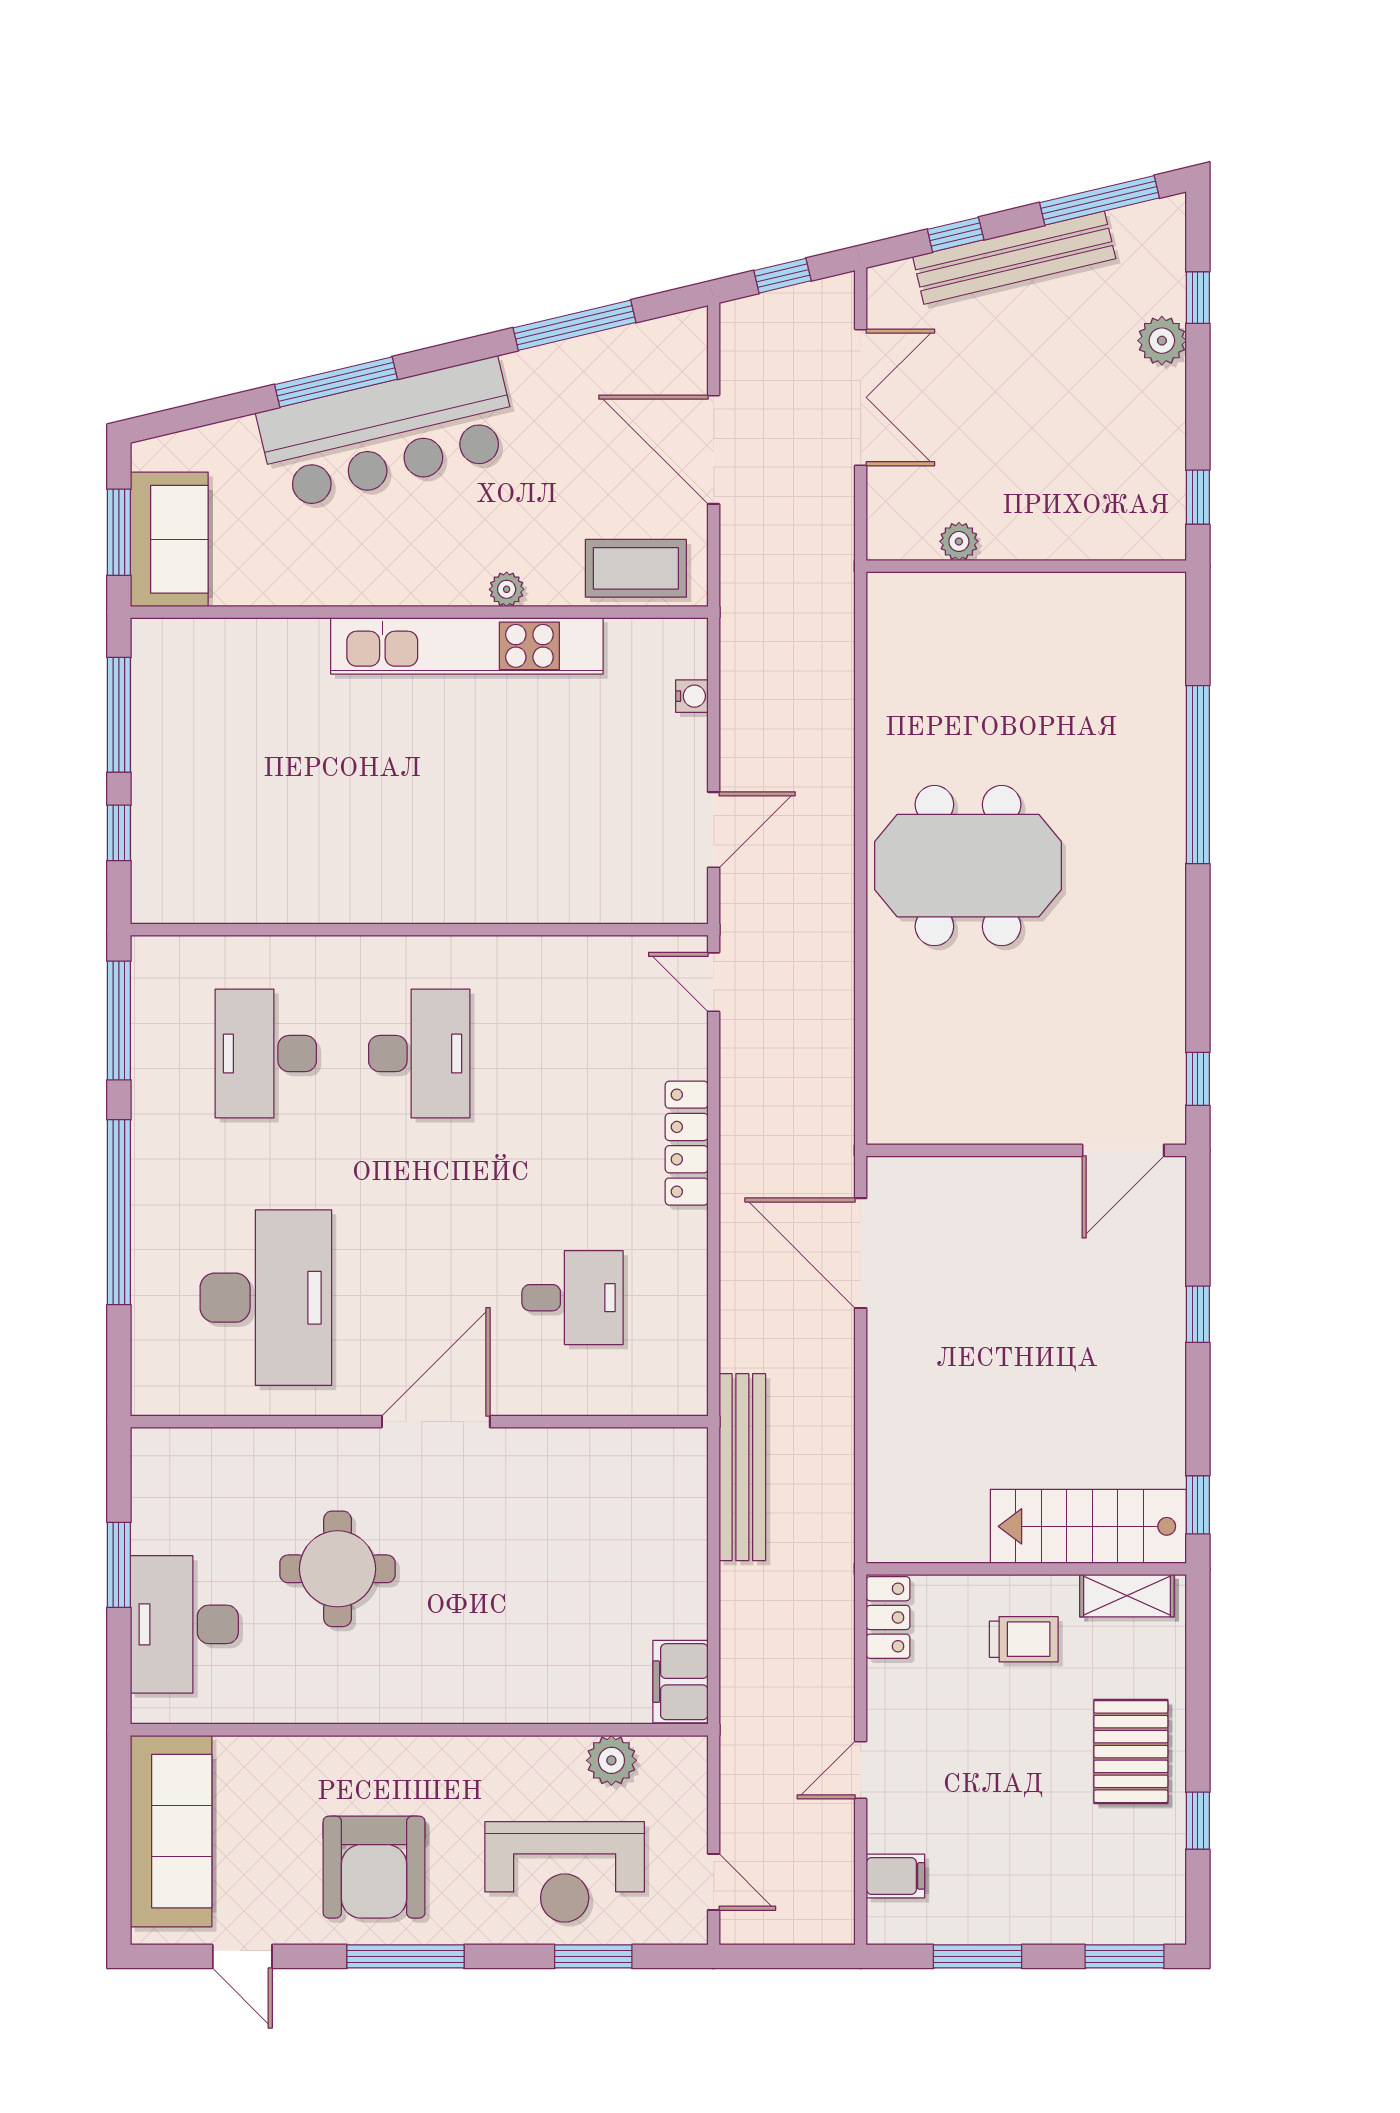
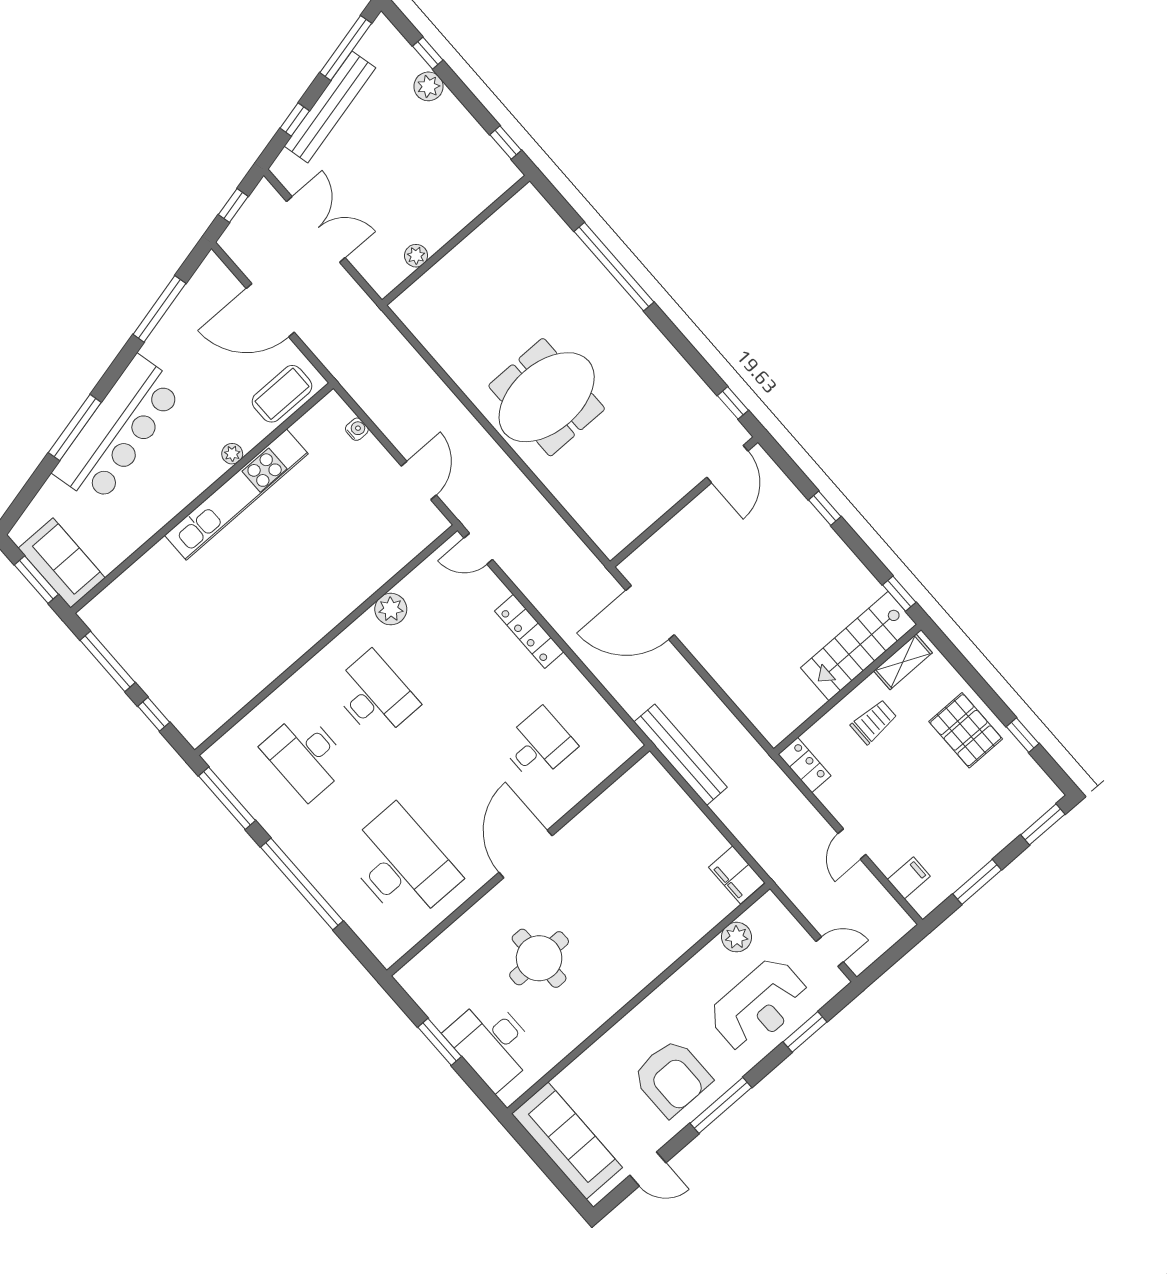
plant: (536, 962) -> (391, 609), added

